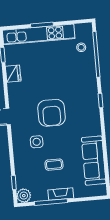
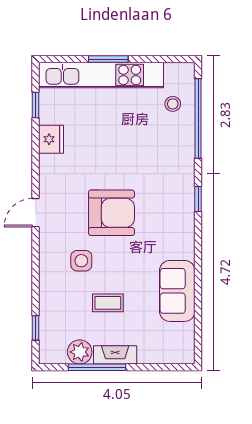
armchair: (52, 113) -> (111, 213), turned -90
sofa: (94, 161) -> (177, 291), width x0.73
plant: (24, 196) -> (80, 352), moved

